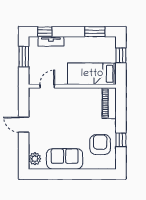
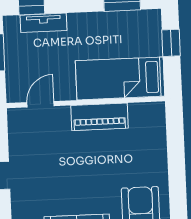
piano: (109, 103) -> (100, 117), moved, turned -90
window: (121, 140) -> (178, 195), removed

